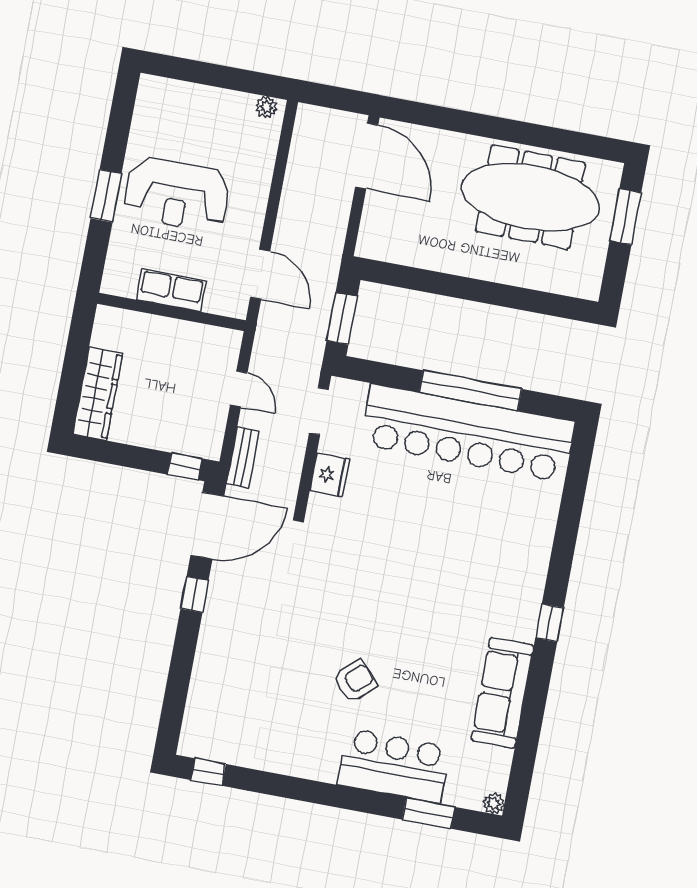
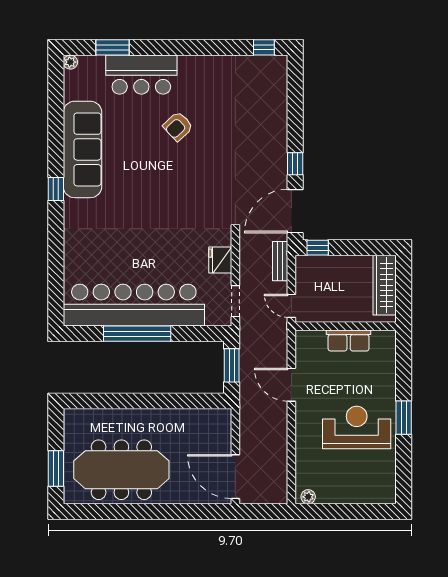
row of seats: (171, 290) -> (349, 340), moved
wall: (171, 312) -> (346, 326), moved
sofa: (502, 693) -> (82, 149), width x1.36, depth x1.27

